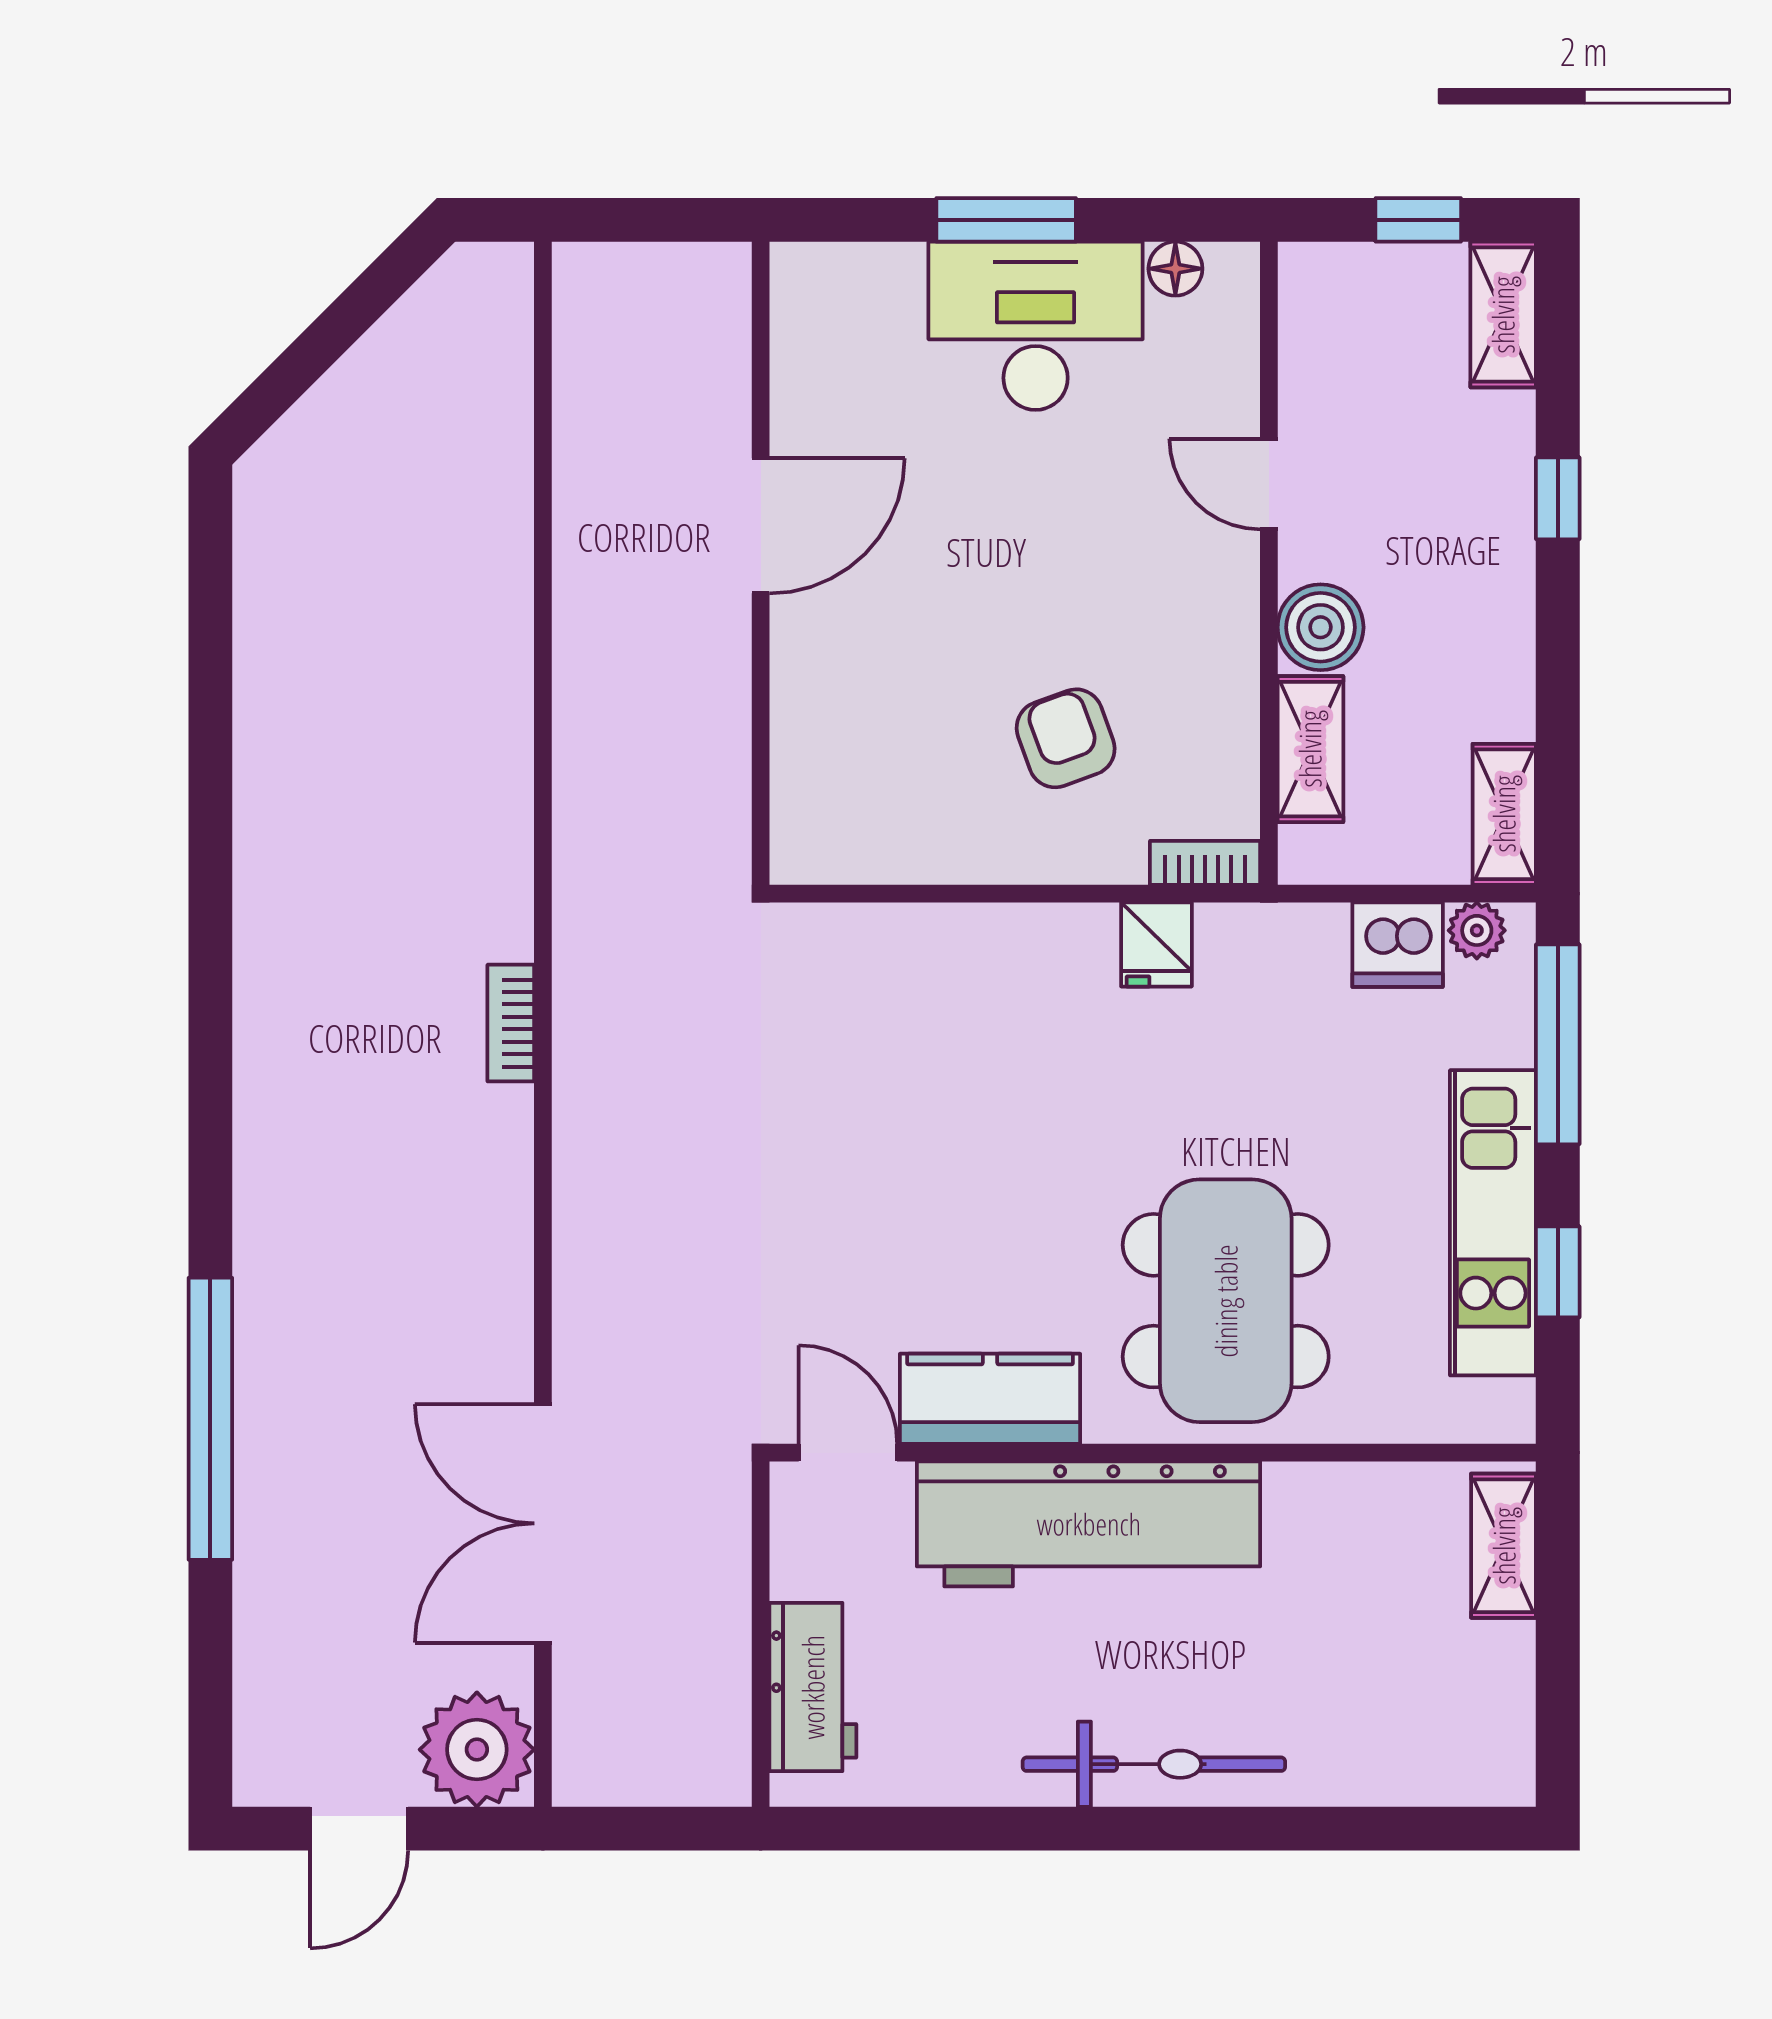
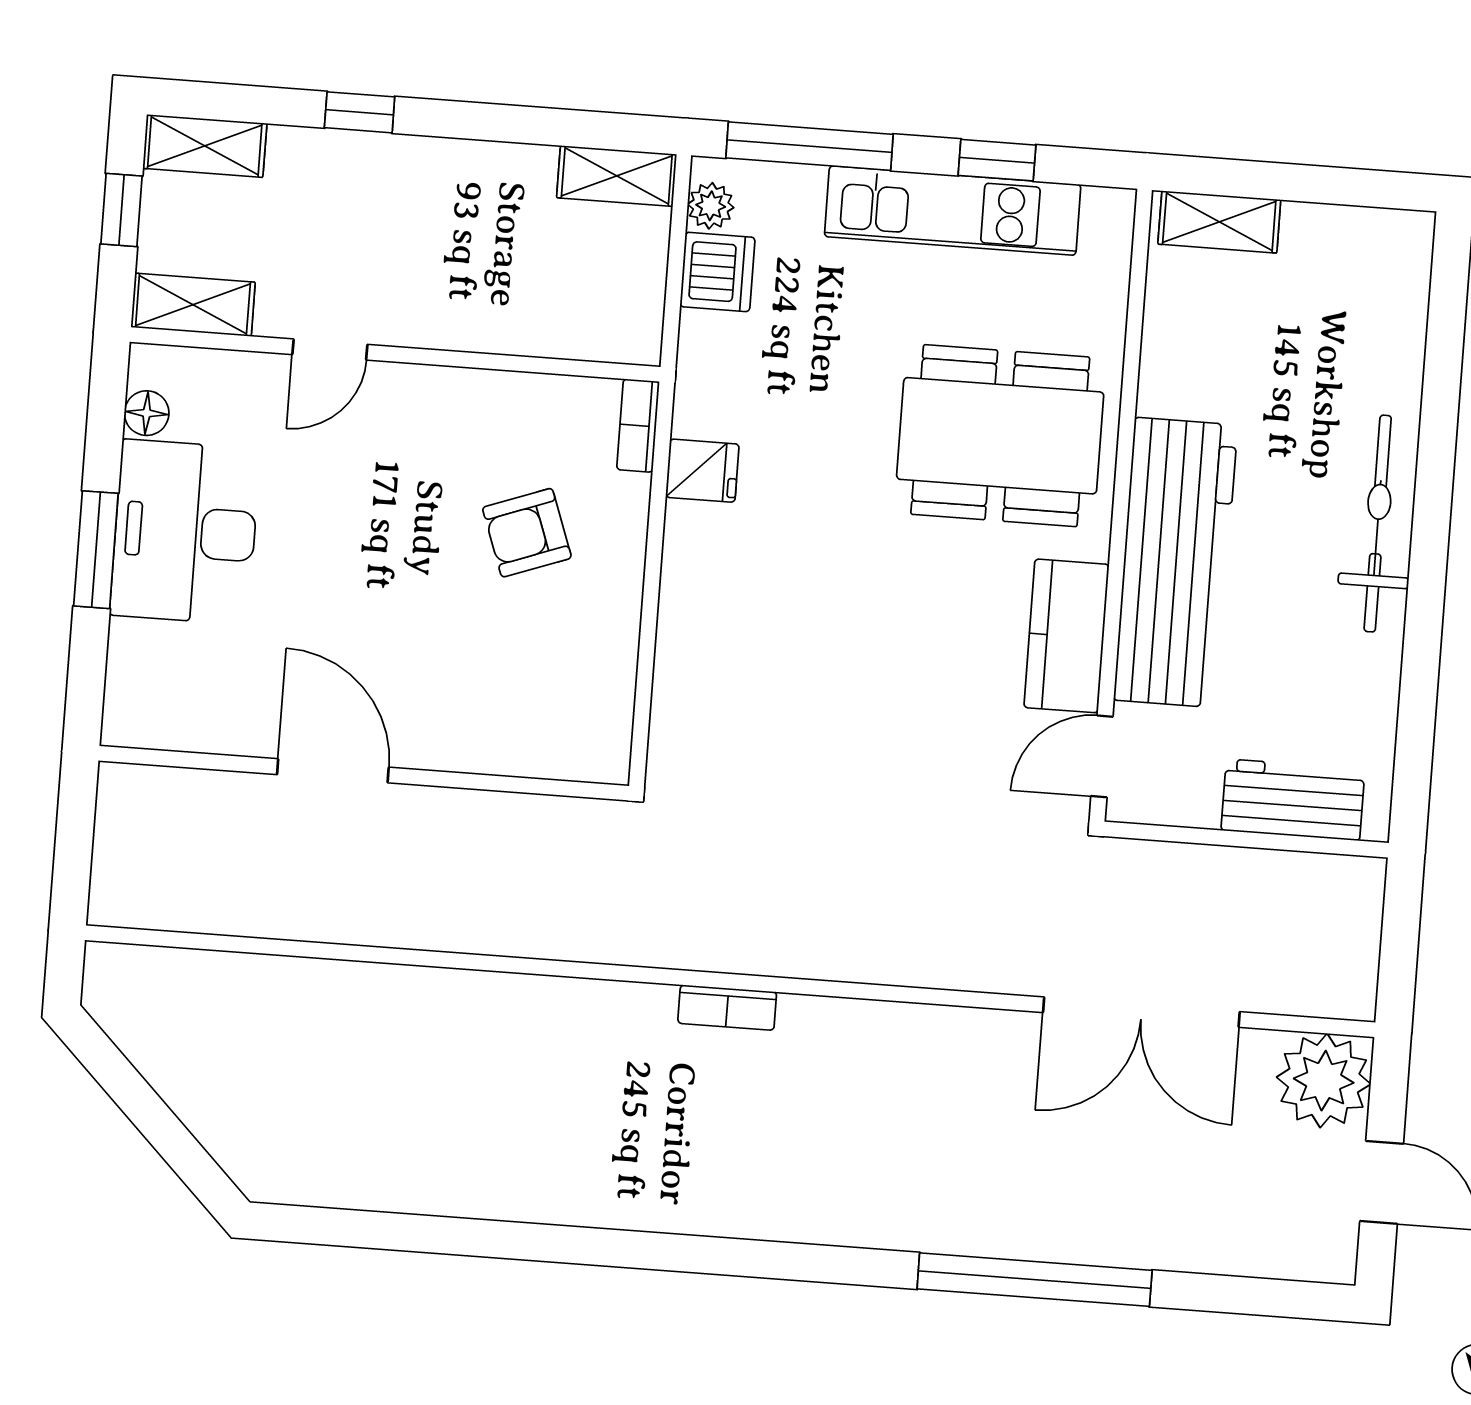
boiler: (1321, 627) -> (451, 316), removed
shelving: (1310, 749) -> (193, 305), moved

